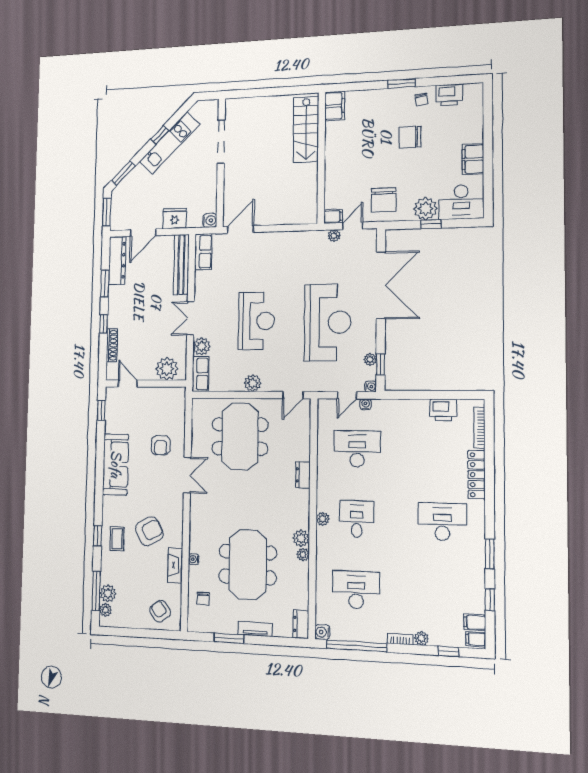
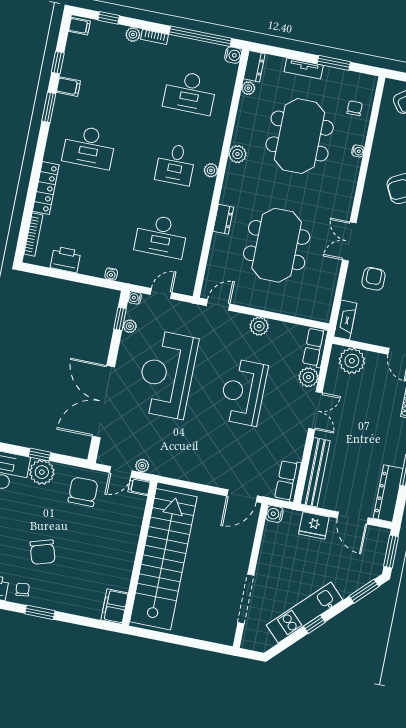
stairs: (306, 129) -> (163, 559), width x1.86, depth x1.51
chair: (410, 137) -> (43, 552), turned 73
door: (143, 233) -> (353, 518), swing flipped
water cooler: (365, 404) -> (111, 274), moved
meeting table: (240, 436) -> (277, 245), moved
plant: (303, 555) -> (248, 88), moved
fireplace: (175, 565) -> (345, 320), moved
filing cabinet: (475, 622) -> (68, 87), moved

